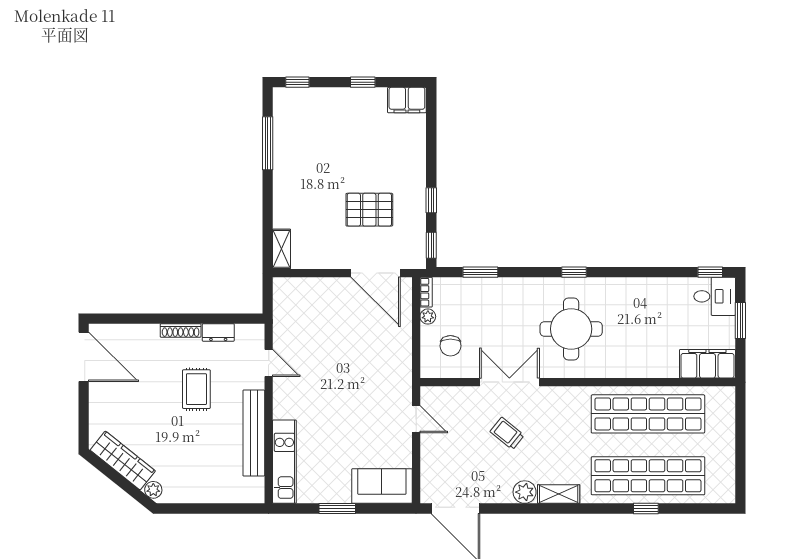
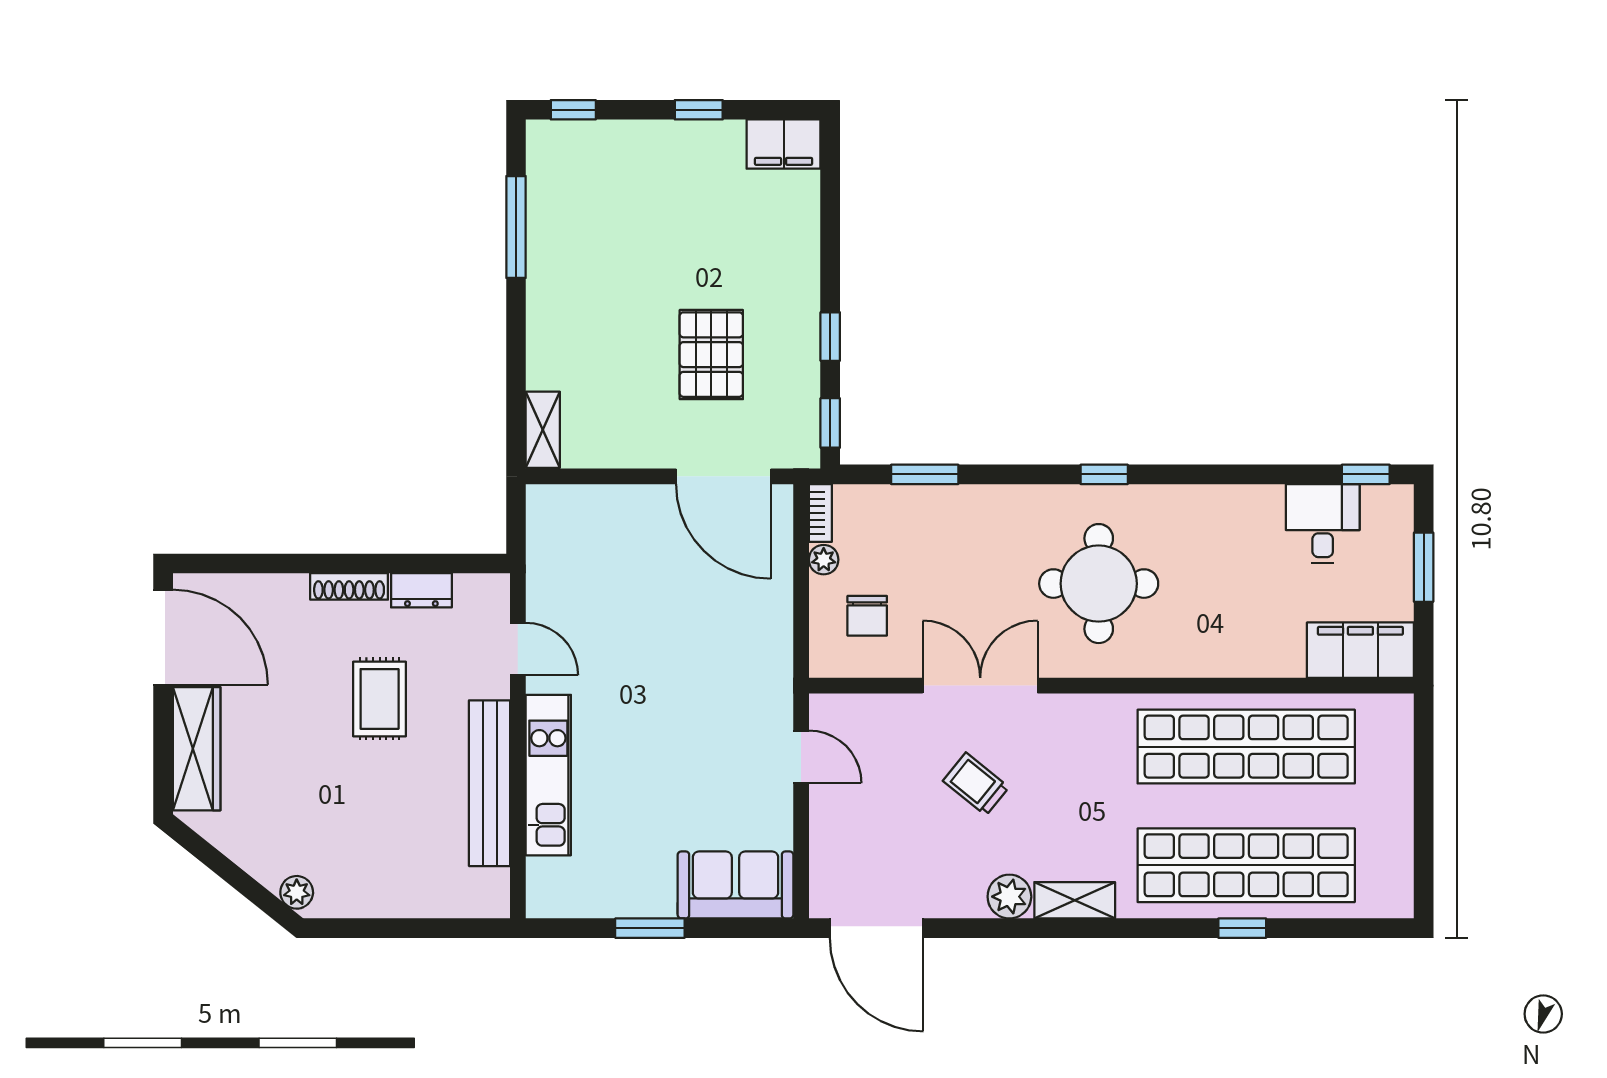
pallet: (369, 210) -> (711, 355), turned 90
desk: (715, 296) -> (1323, 524), moved, turned -90
wardrobe: (123, 460) -> (197, 749), moved, turned 51
kitchen unit: (284, 462) -> (548, 775), moved

